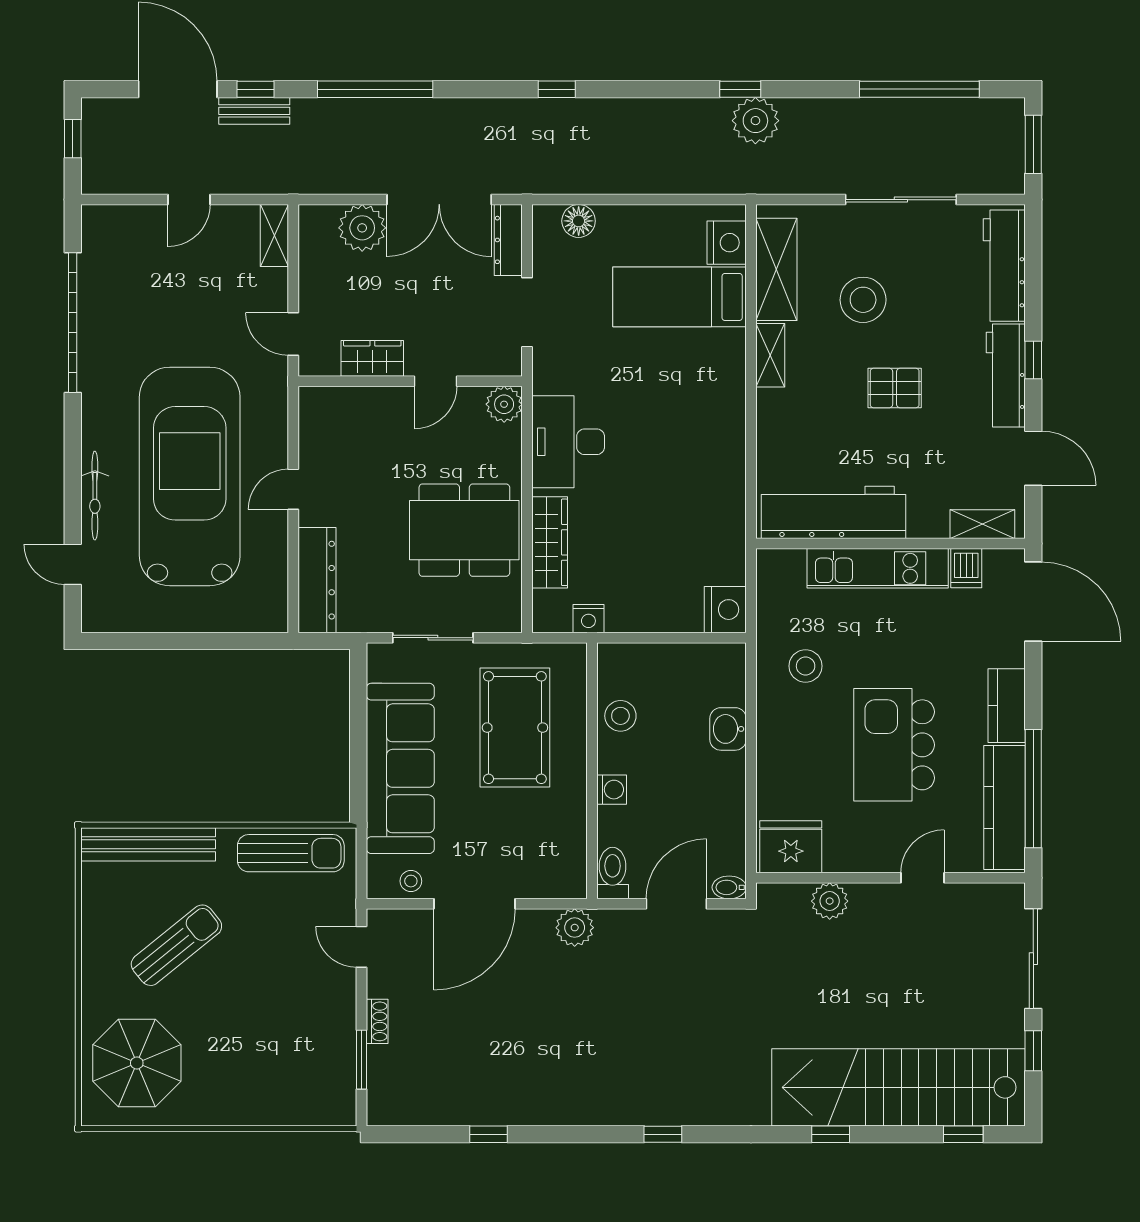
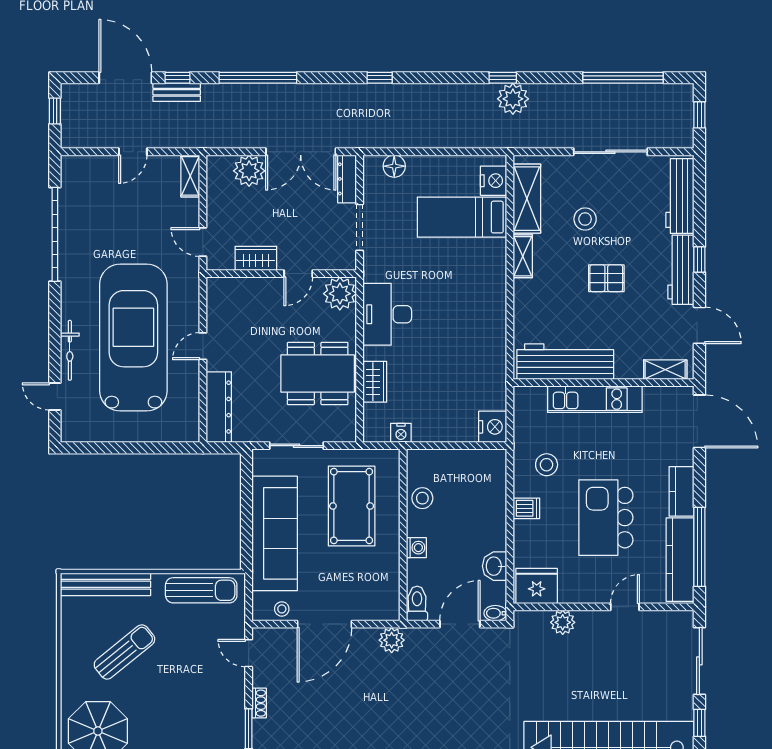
window: (1033, 144) -> (699, 115), width x0.67
stool: (863, 300) -> (585, 219), width x0.73, depth x0.73
plant: (504, 404) -> (340, 294), width x1.36, depth x1.36
wardrobe: (550, 542) -> (375, 382), width x0.67
dishwasher: (966, 568) -> (526, 508), moved, turned -90
washbasin: (728, 729) -> (495, 566), moved

